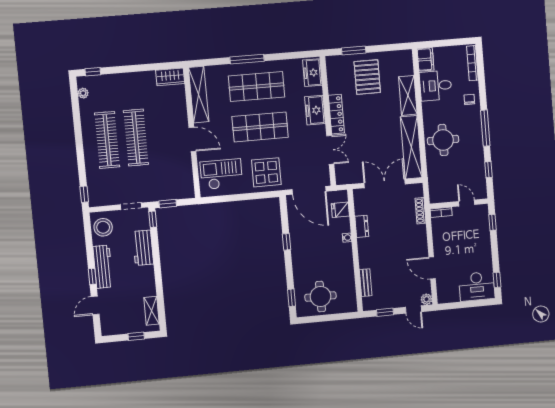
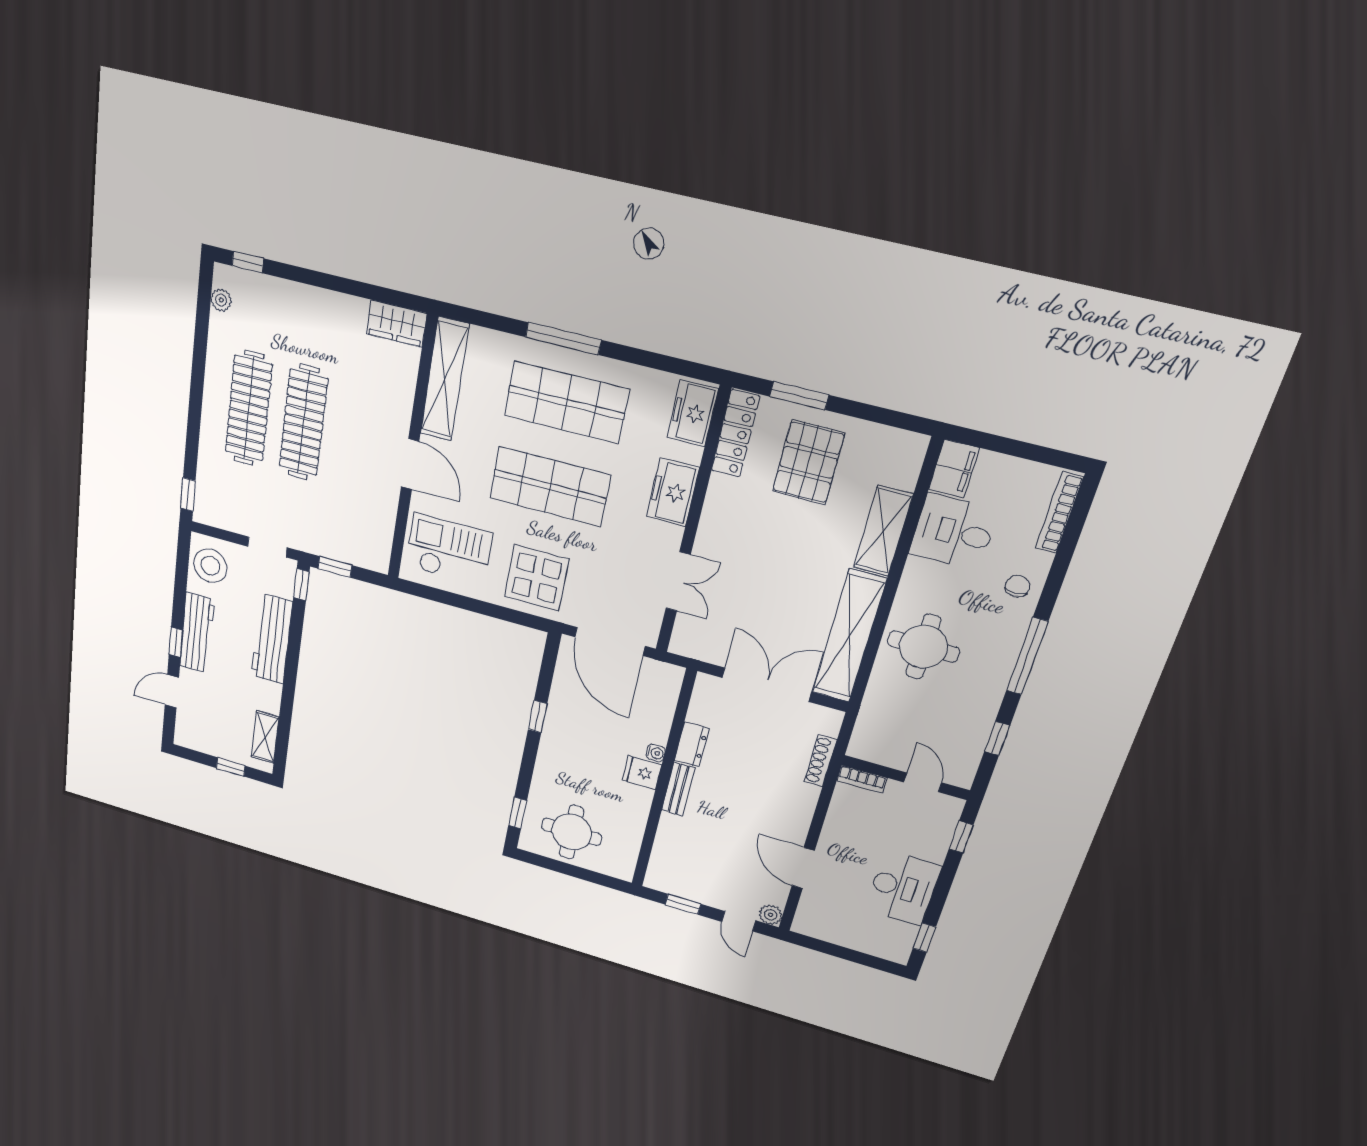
locker: (336, 114) -> (735, 433), moved
fridge: (340, 210) -> (642, 773), moved
workbench: (143, 248) -> (272, 639), width x1.37
bench: (366, 283) -> (678, 789), moved
desk: (477, 286) -> (903, 888), moved, turned -90

